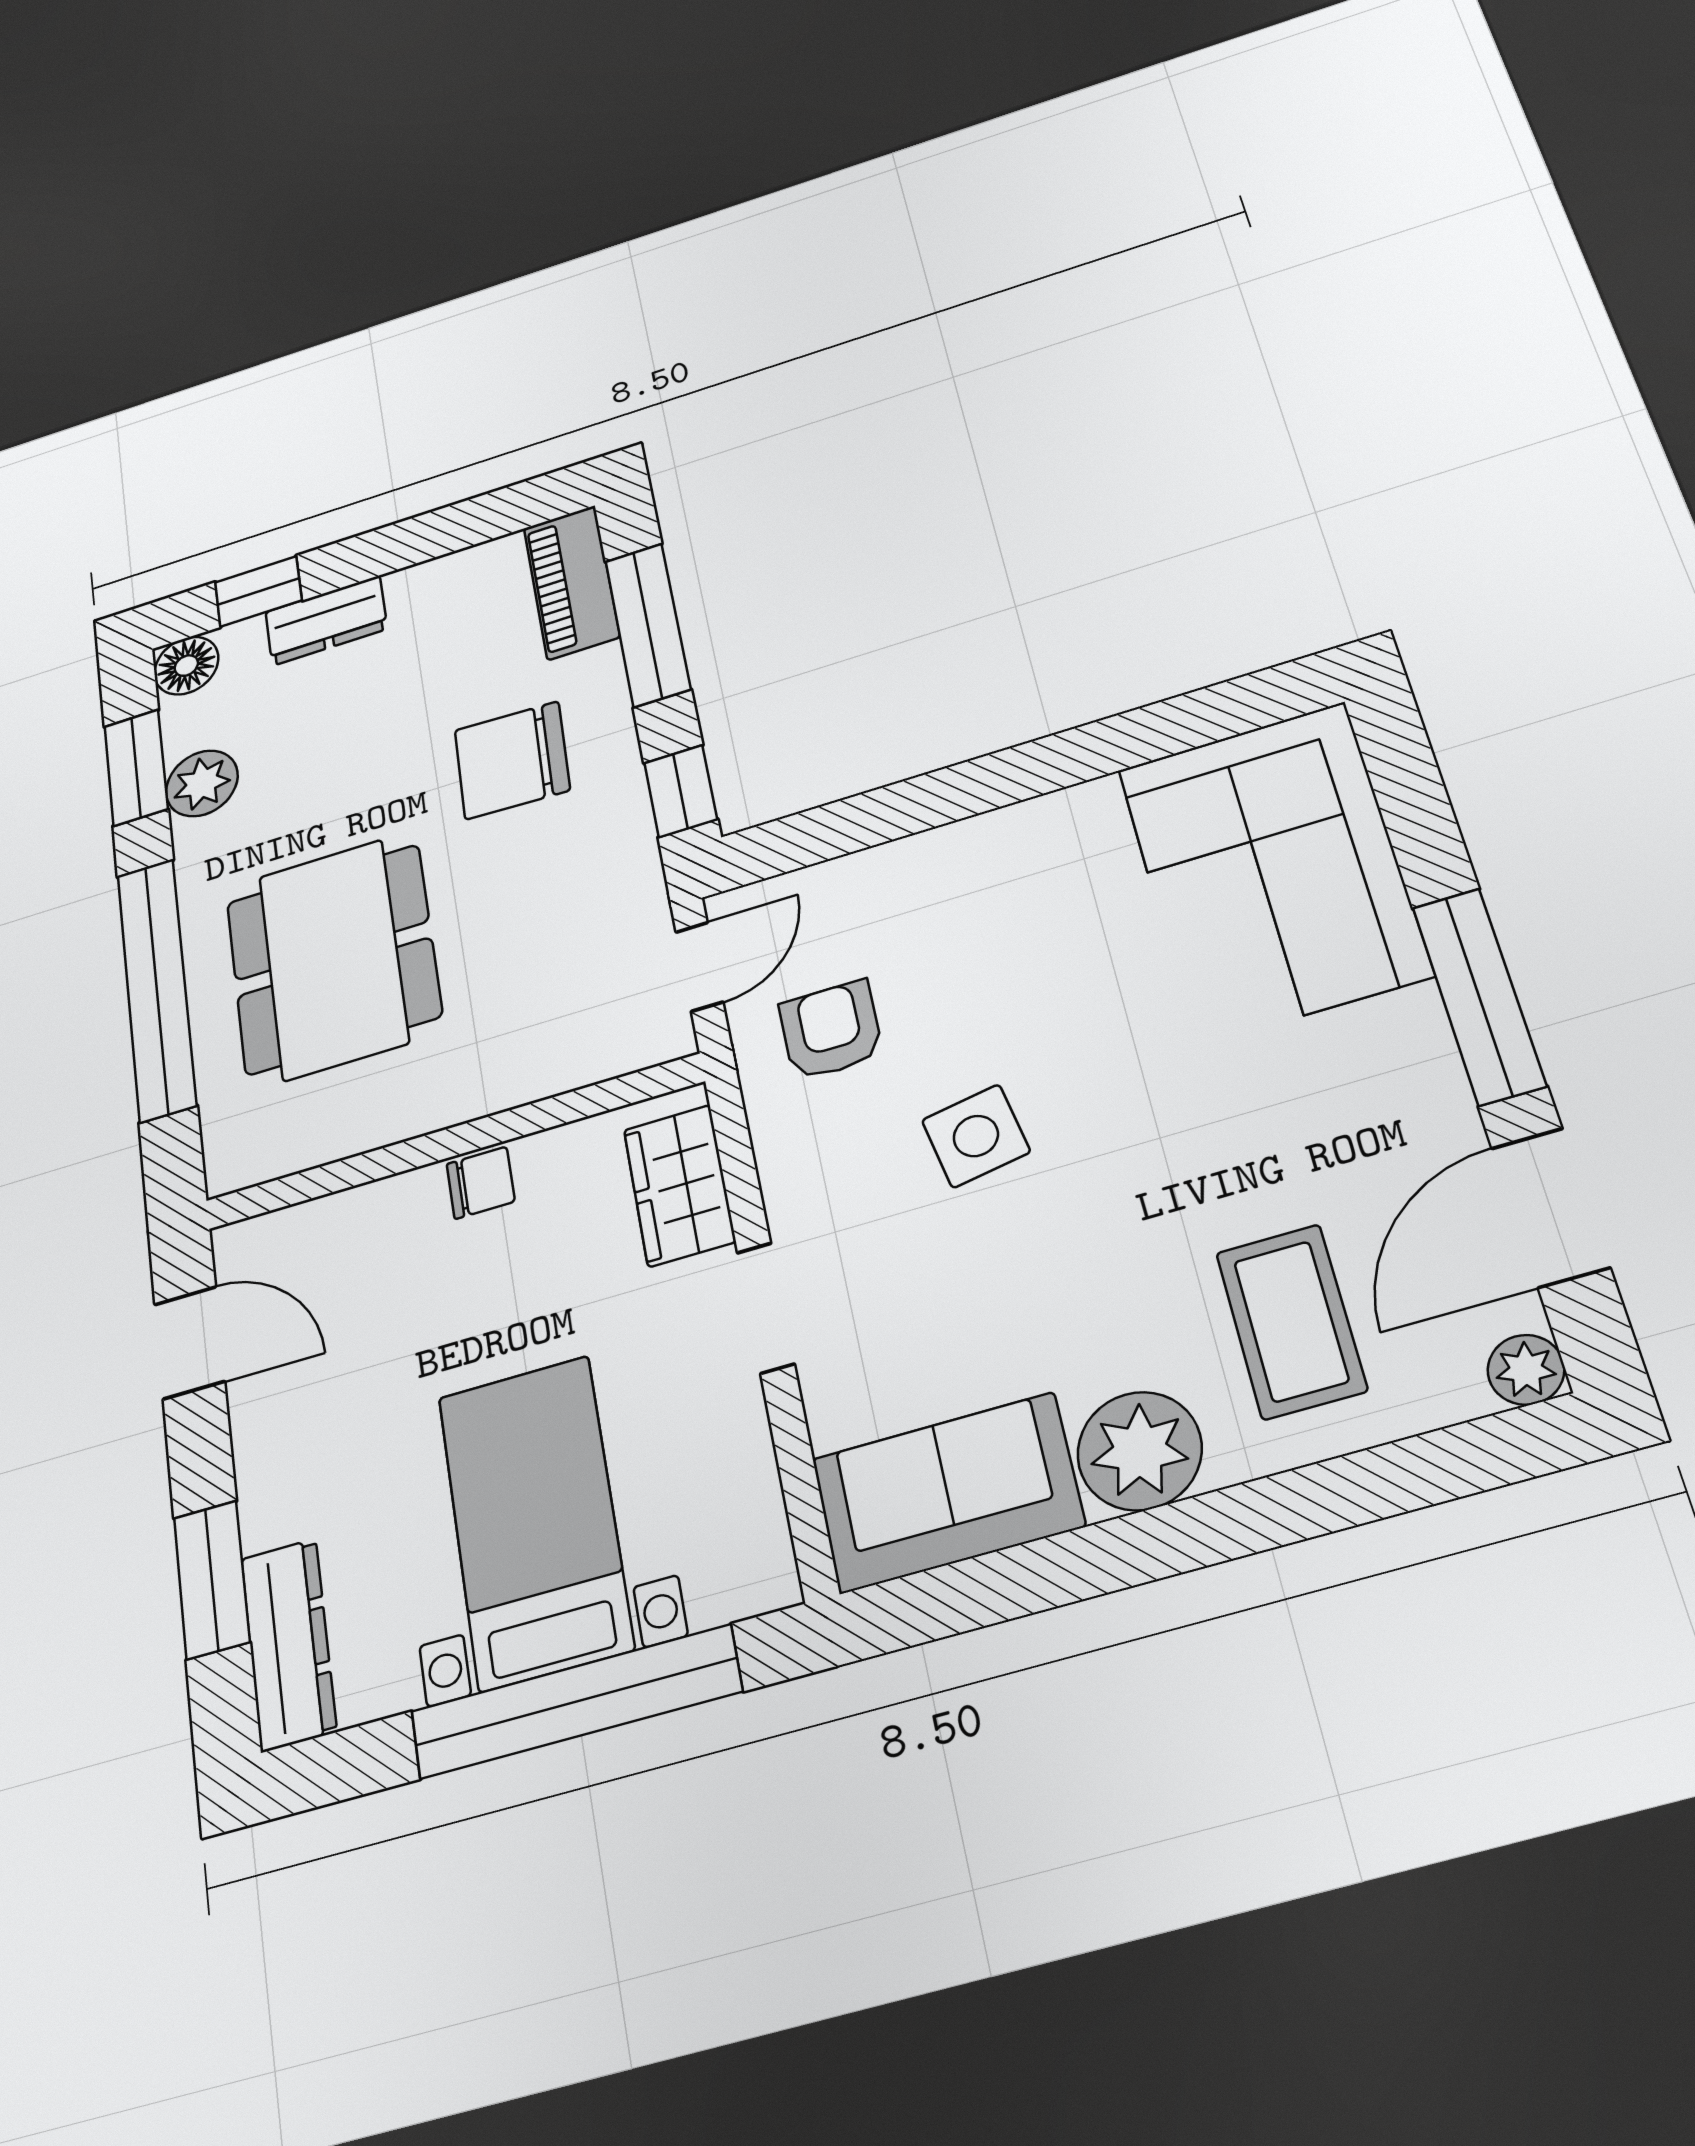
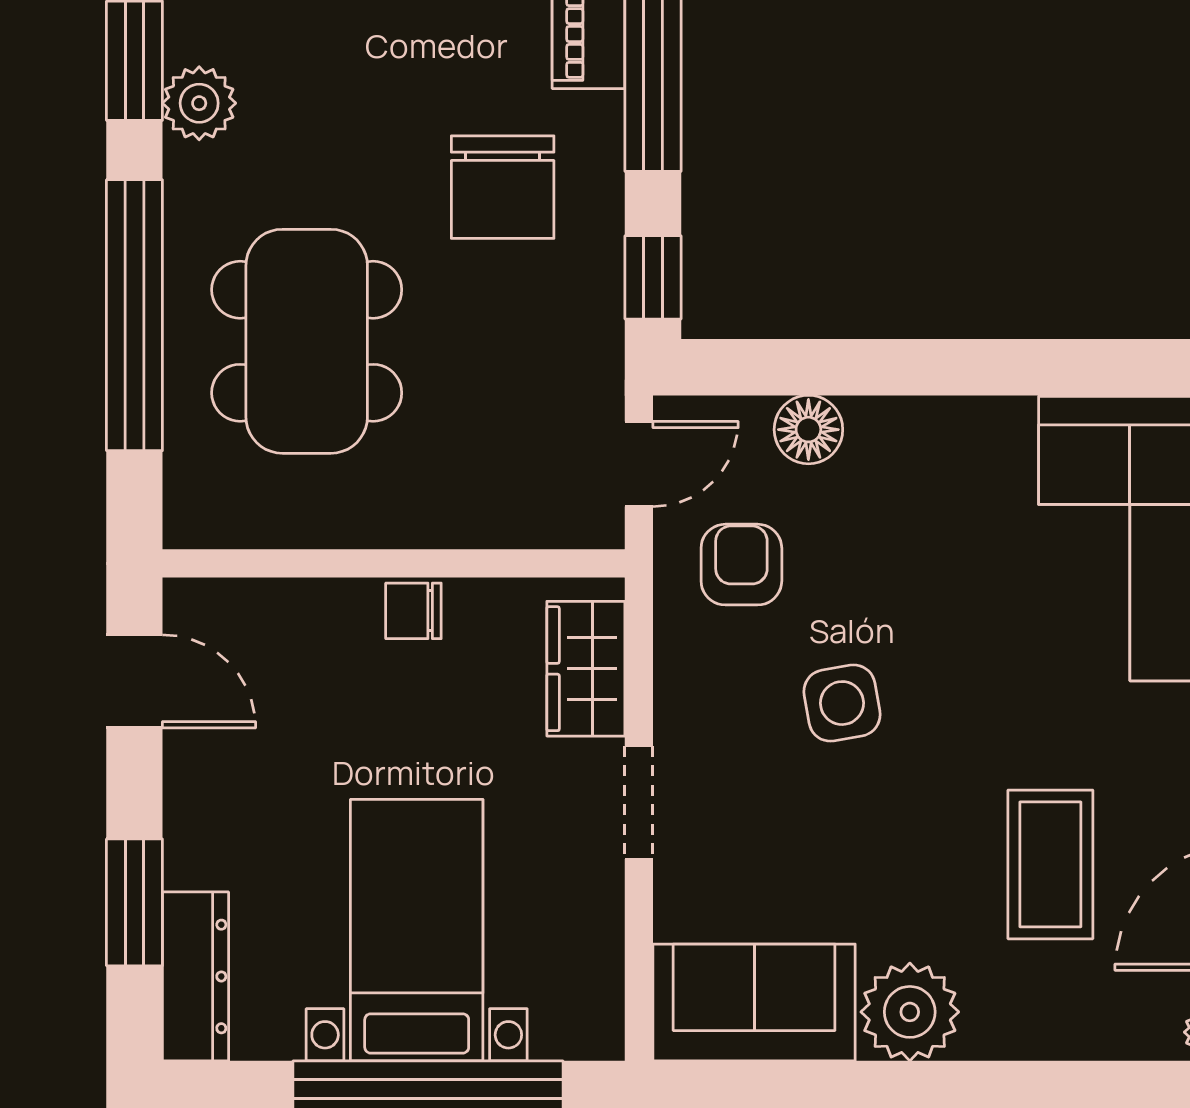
chair: (512, 760) -> (503, 187), turned -92
floor lamp: (875, 879) -> (808, 430), added
chair: (481, 1183) -> (413, 611), turned 180
coffee table: (1291, 1321) -> (1050, 864), moved

